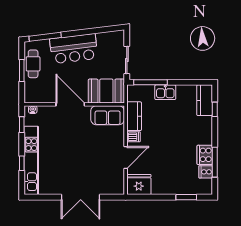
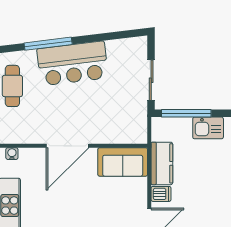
window: (45, 37) -> (48, 44), moved
booth: (106, 91) -> (121, 126), removed
door: (70, 104) -> (68, 146), swing flipped

